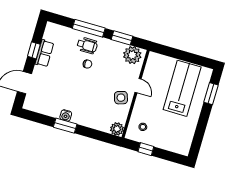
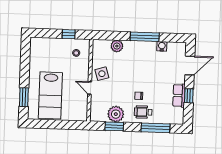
window: (89, 28) -> (155, 128), moved
plant: (132, 55) -> (116, 114), moved
water cooler: (66, 115) -> (162, 46), moved
window: (65, 126) -> (145, 37), width x1.44
plant: (117, 129) -> (117, 46), moved

